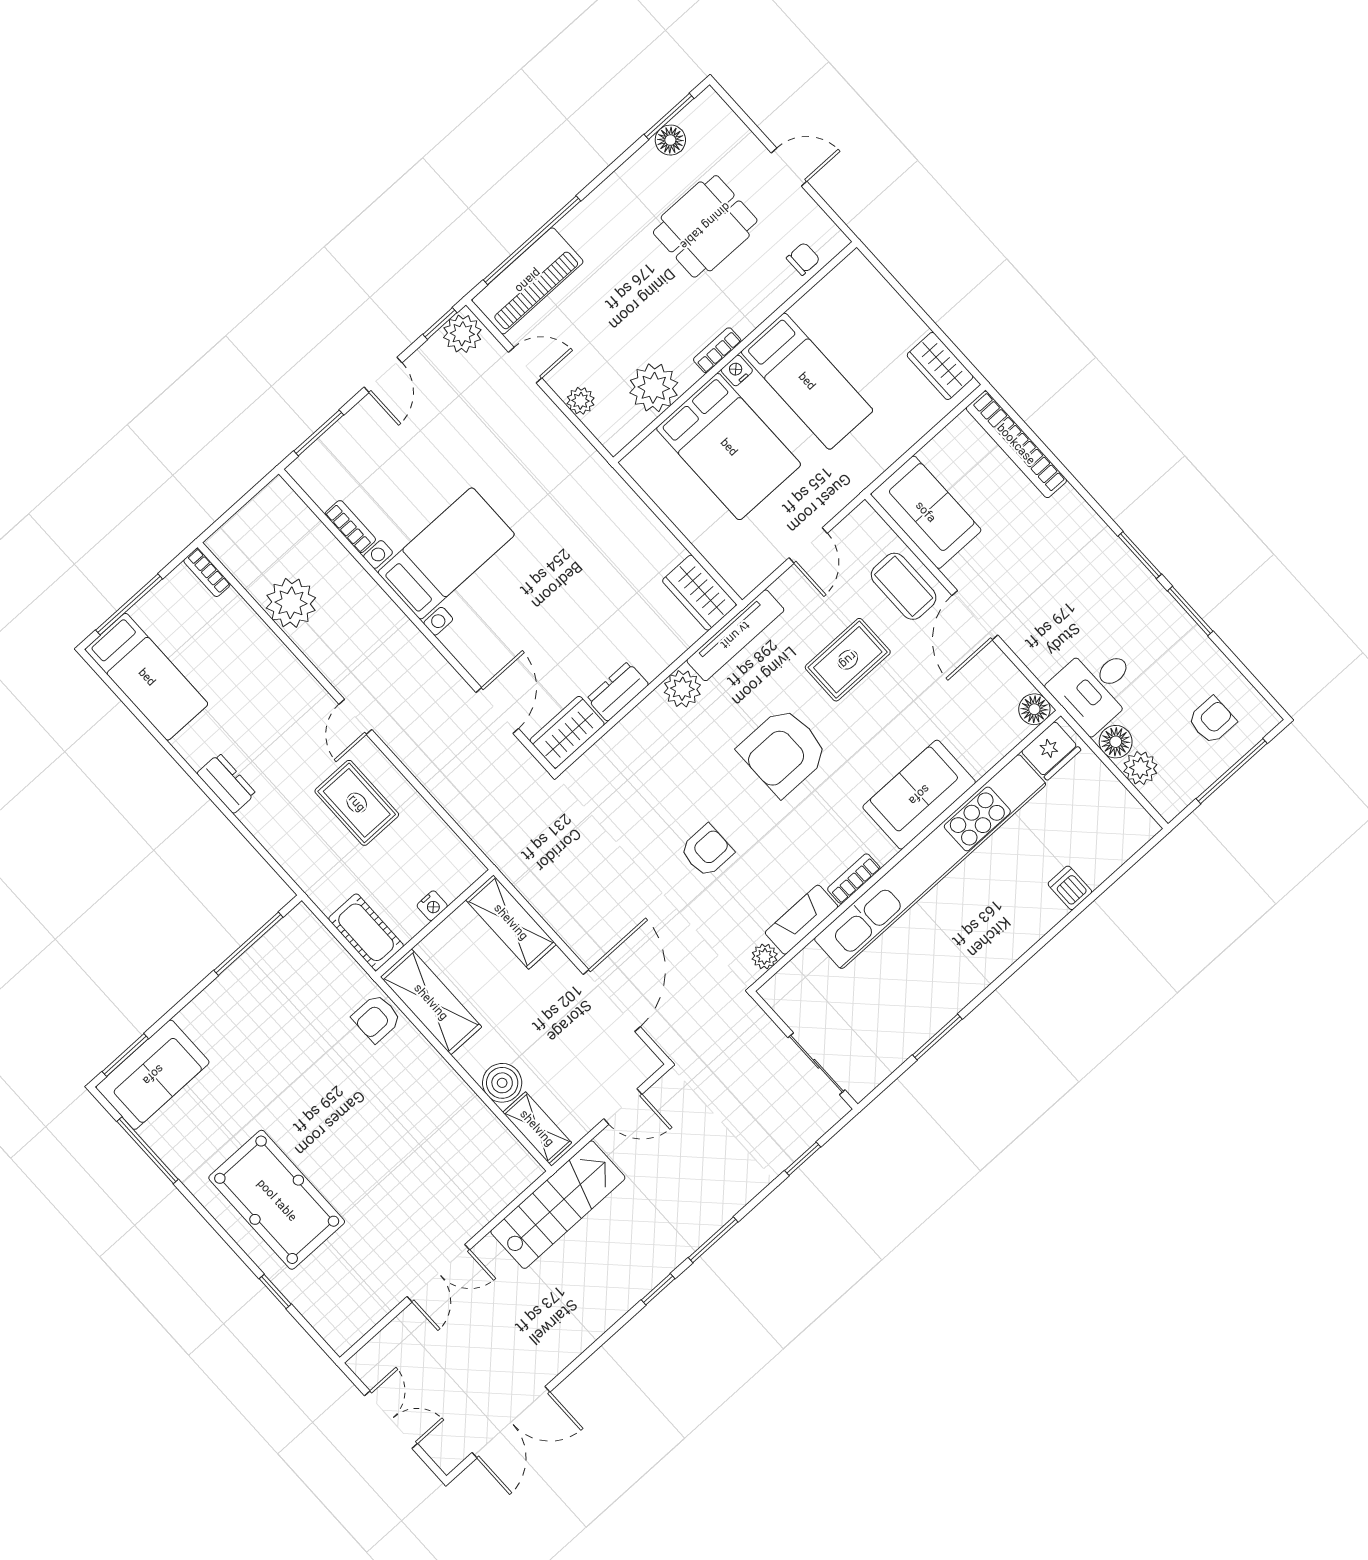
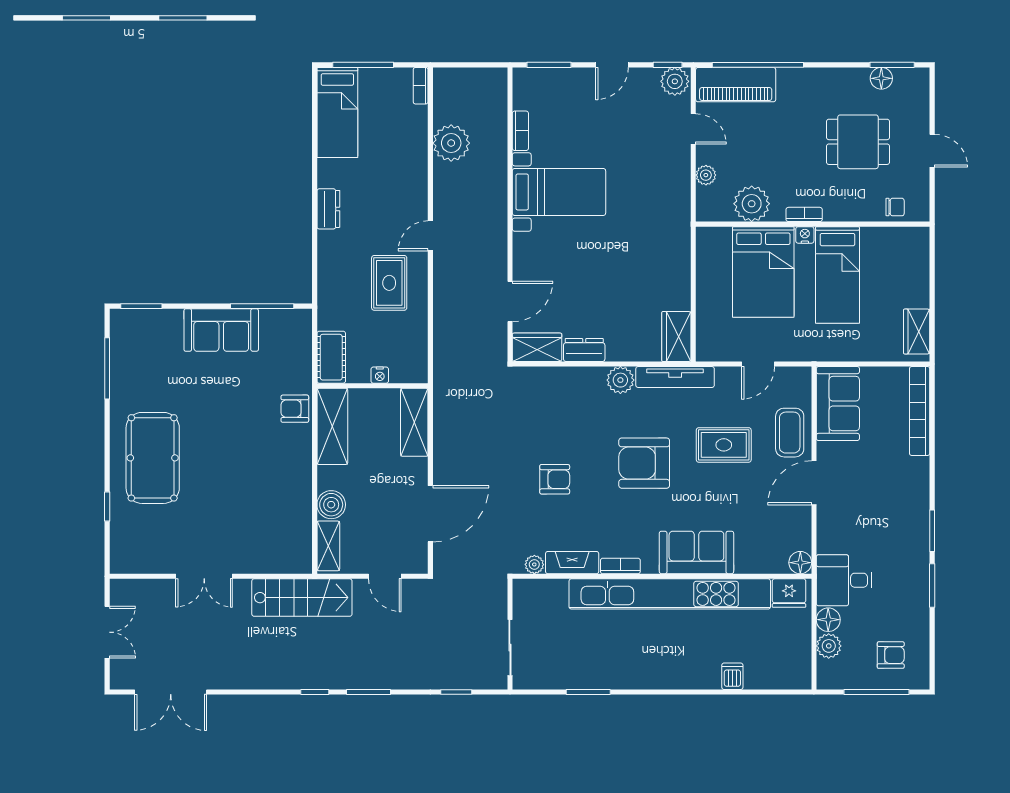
sofa: (153, 1075) -> (221, 330), moved

